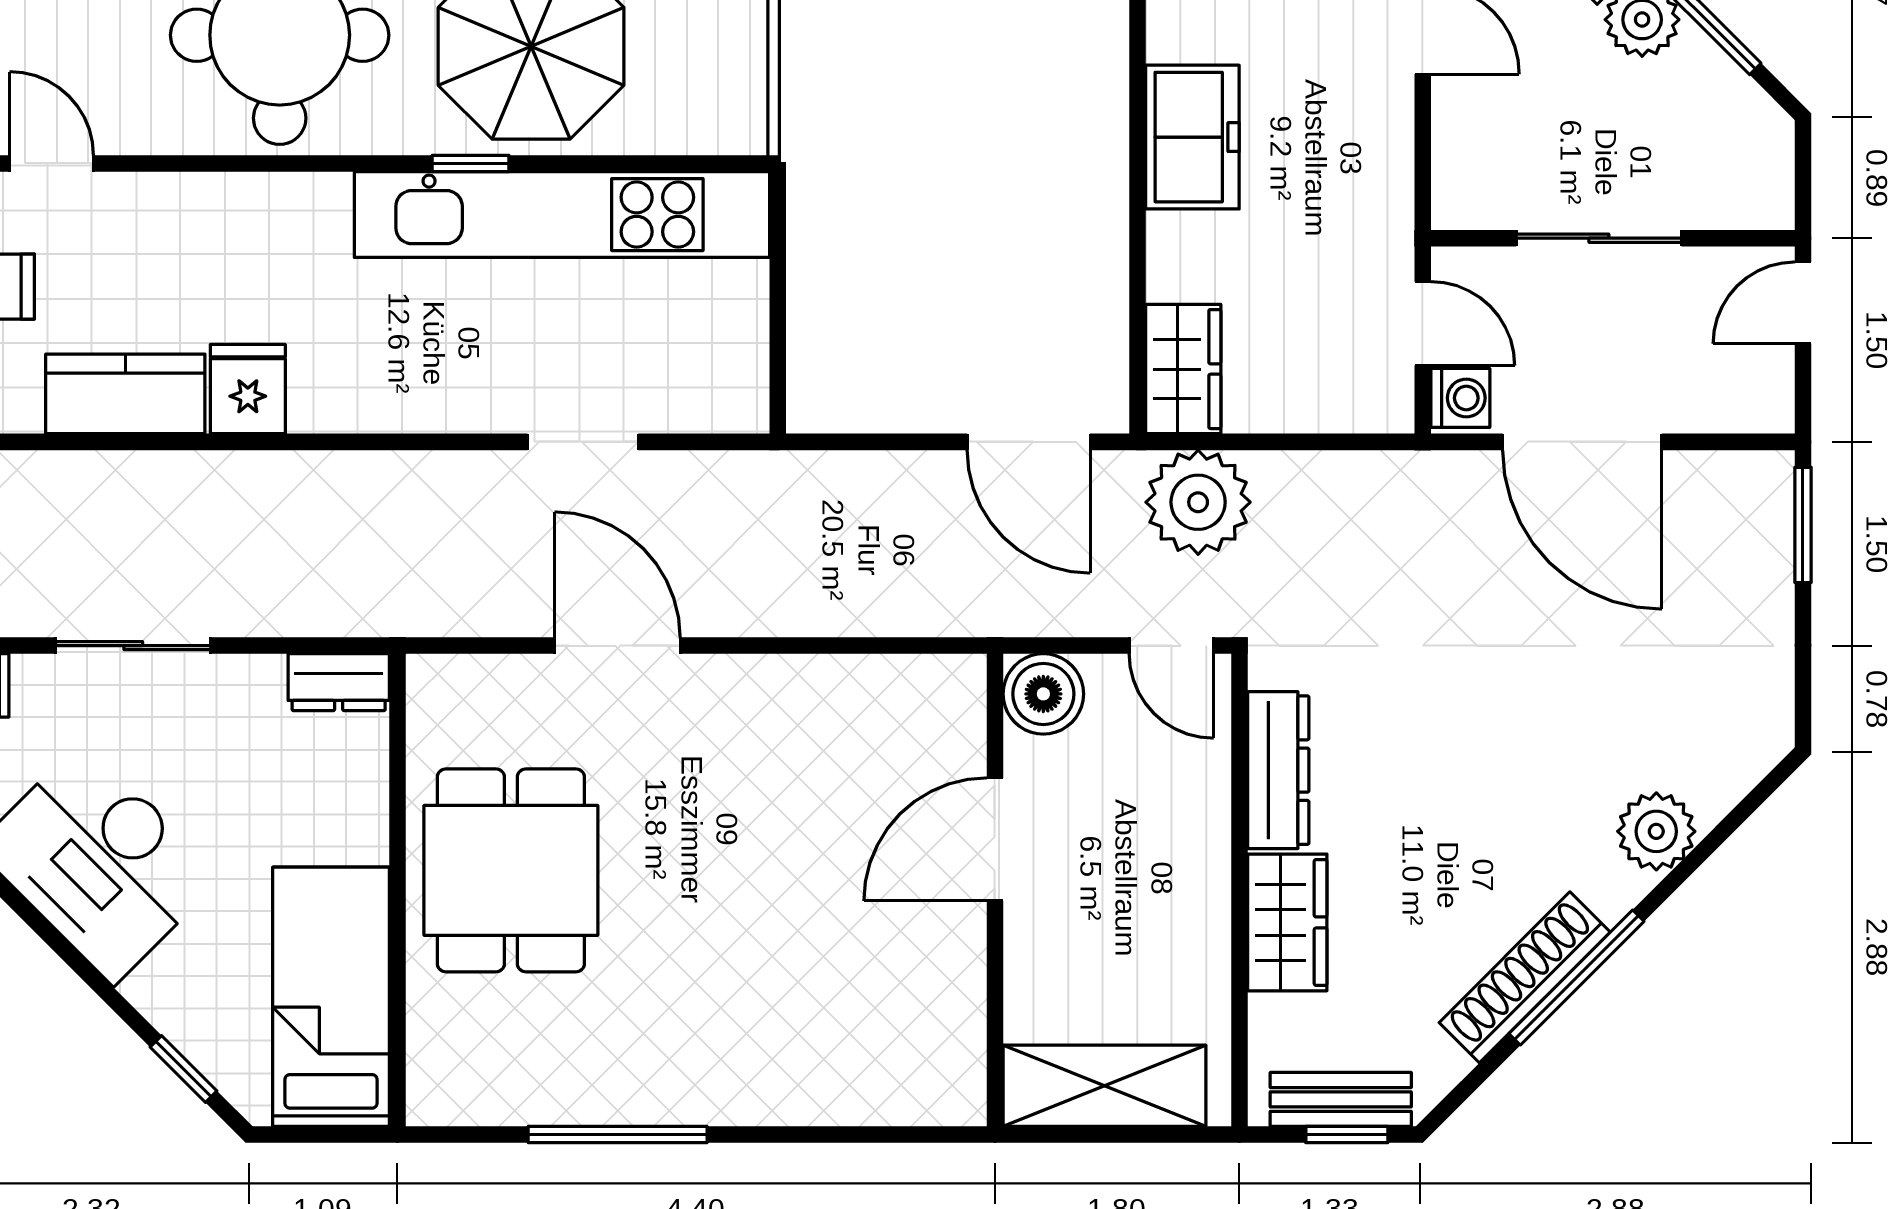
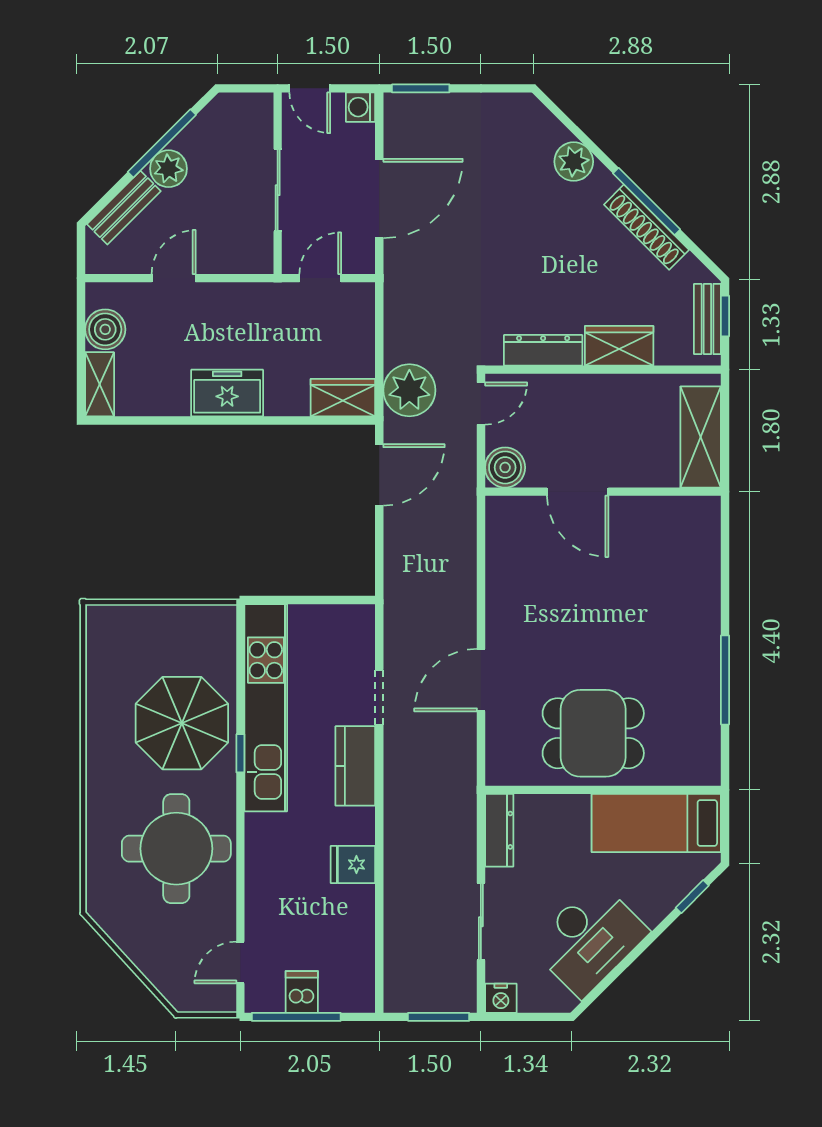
kitchen counter: (125, 394) -> (355, 766), moved
washing machine: (1460, 398) -> (360, 107), moved, turned -90
dresser: (339, 682) -> (499, 830), width x1.44

